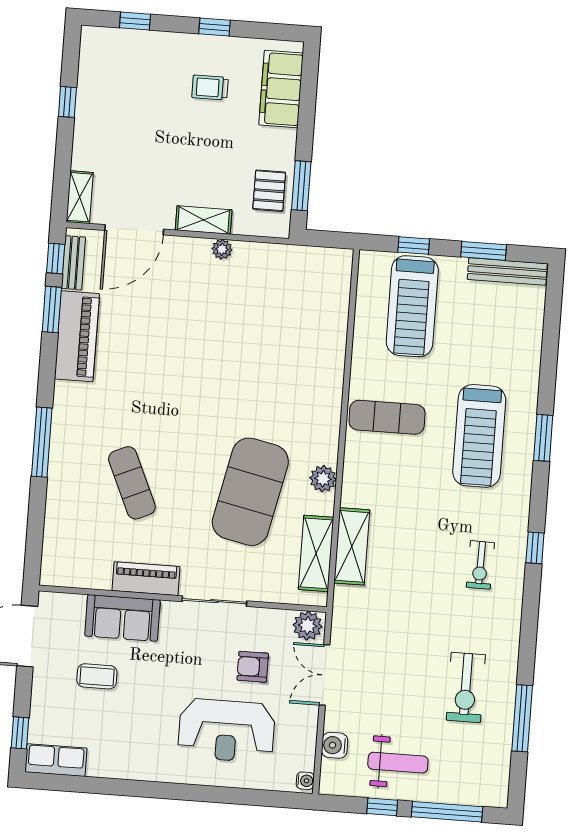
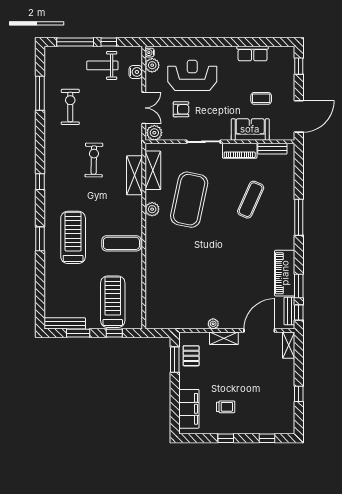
exercise mat: (132, 483) -> (251, 200), turned 48
exercise bike: (480, 565) -> (94, 160), moved, width x1.38, depth x1.39
bench: (83, 578) -> (272, 149), added
plant: (302, 756) -> (152, 65), added
row of seats: (56, 760) -> (253, 53), moved

